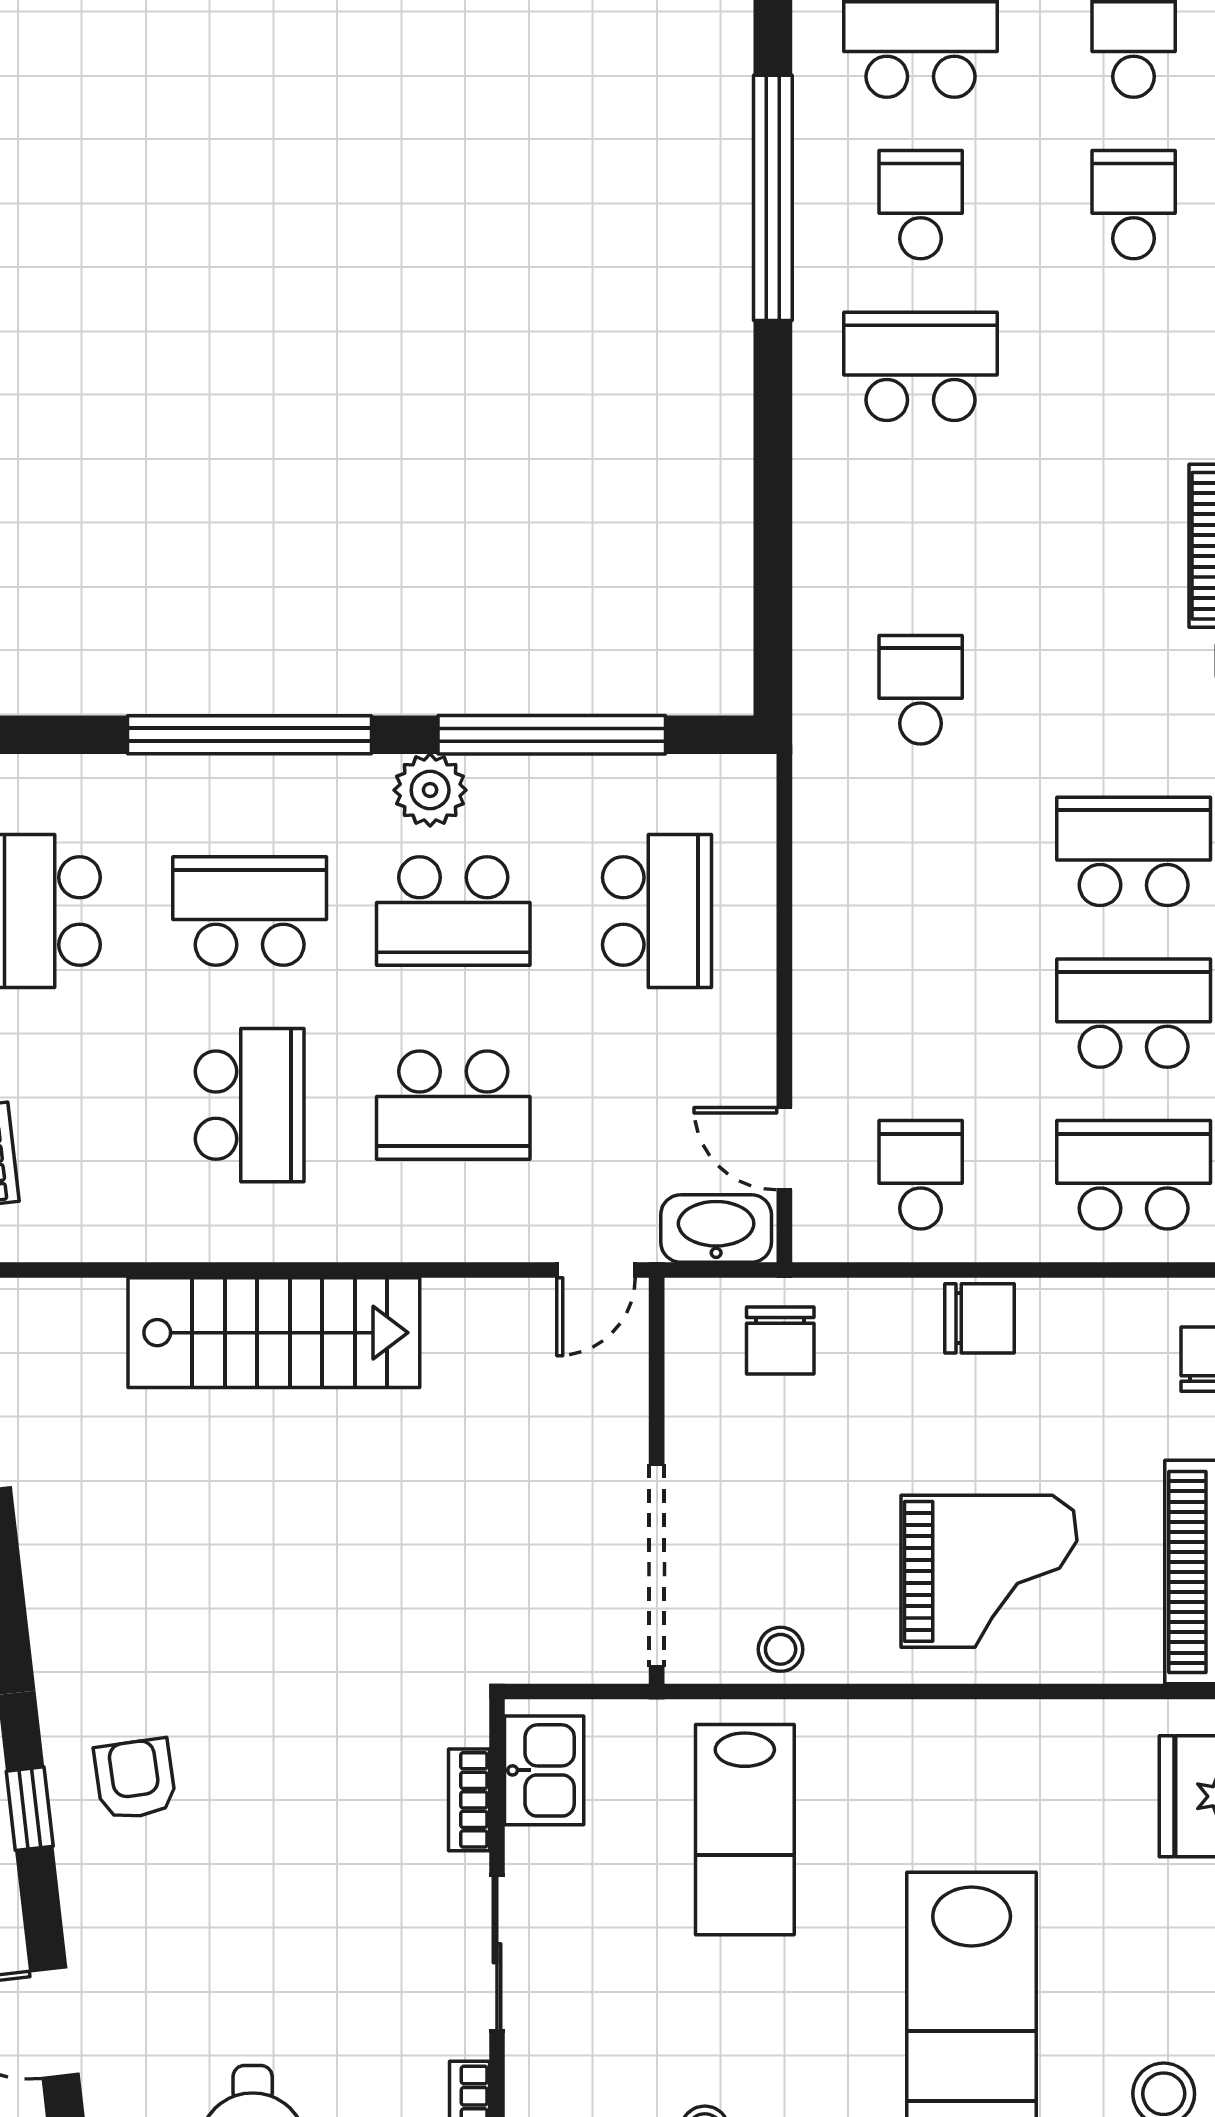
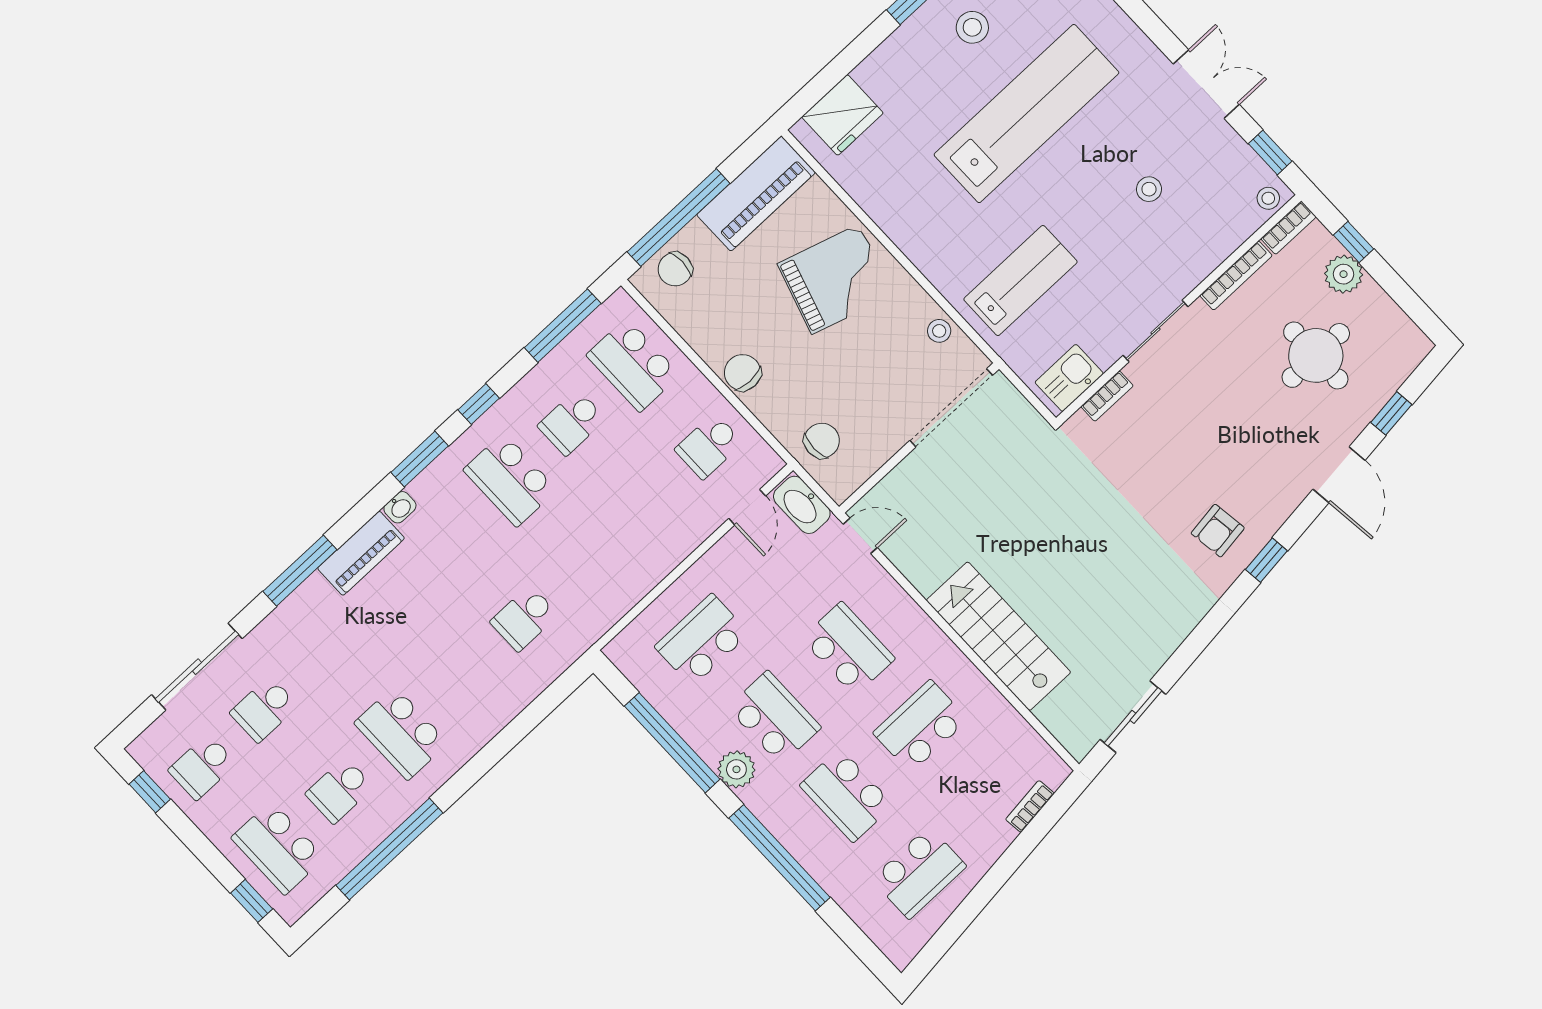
school desk: (1134, 1013) -> (572, 422), width x0.54
grand piano: (989, 1571) -> (835, 279), turned 107

